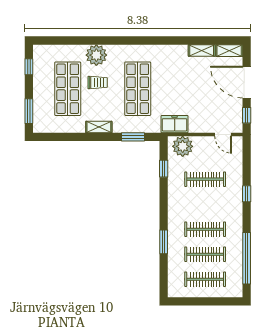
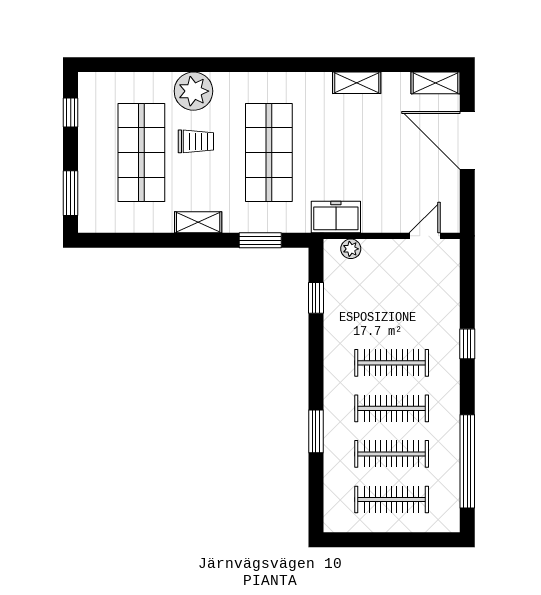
shelving: (202, 50) -> (357, 83), moved
window: (247, 115) -> (467, 201), removed
door: (223, 135) -> (425, 236), swing flipped
plant: (183, 146) -> (351, 249), width x0.53, depth x0.53
clothes rail: (205, 179) -> (392, 363), moved

